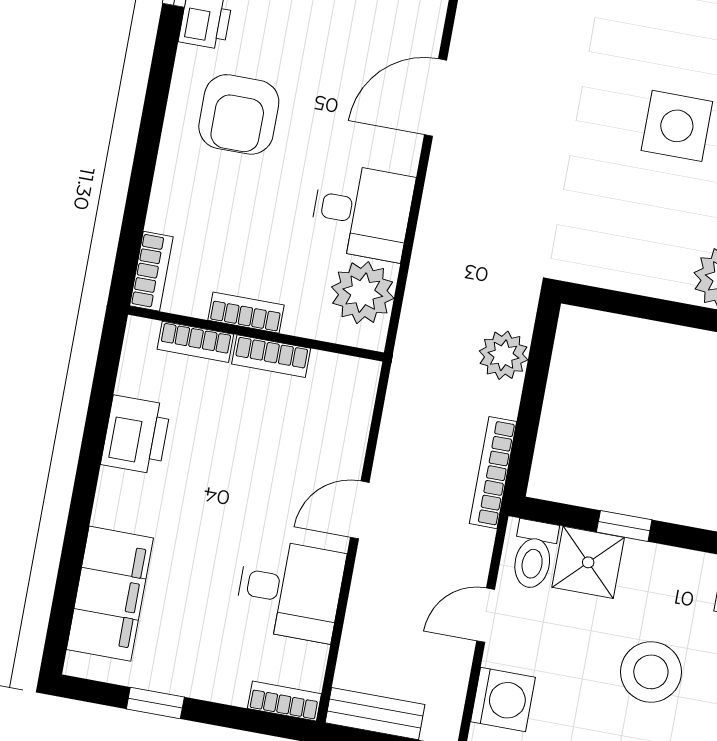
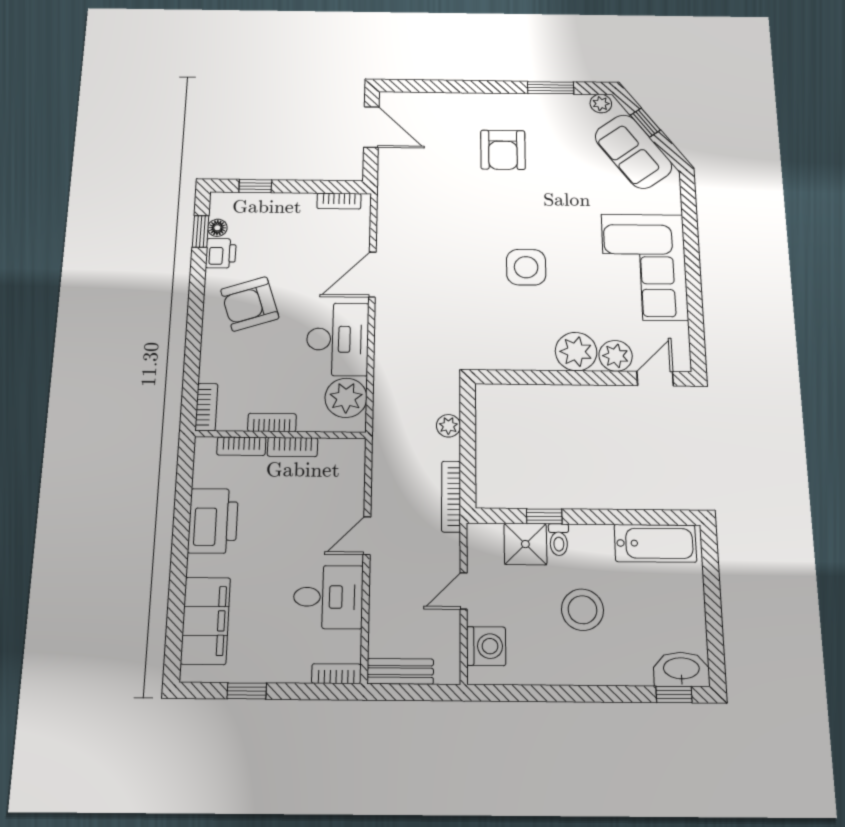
armchair: (239, 114) -> (250, 304), turned 72
desk: (362, 212) -> (338, 339), width x1.37
plant: (503, 355) -> (448, 426), width x0.73, depth x0.73
printer: (136, 435) -> (213, 521), width x1.37, depth x1.19
toilet: (534, 555) -> (559, 540), moved, width x0.73, depth x0.72

